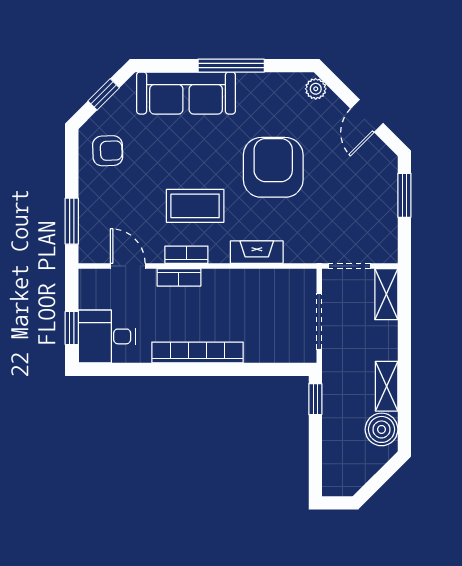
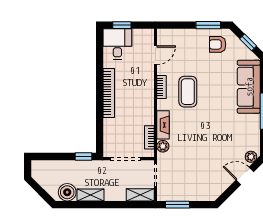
door: (367, 116) -> (245, 176), moved
armchair: (108, 151) -> (218, 44), turned 92
armchair: (273, 167) -> (209, 134), removed
window: (404, 195) -> (178, 205), moved
window: (72, 221) -> (208, 25), moved
plant: (296, 252) -> (163, 146), added
bookcase: (179, 277) -> (149, 137), moved

